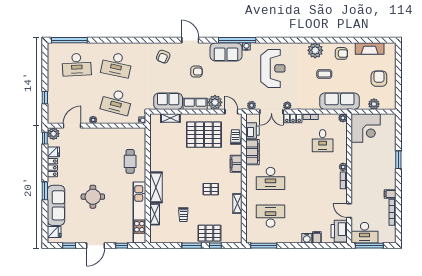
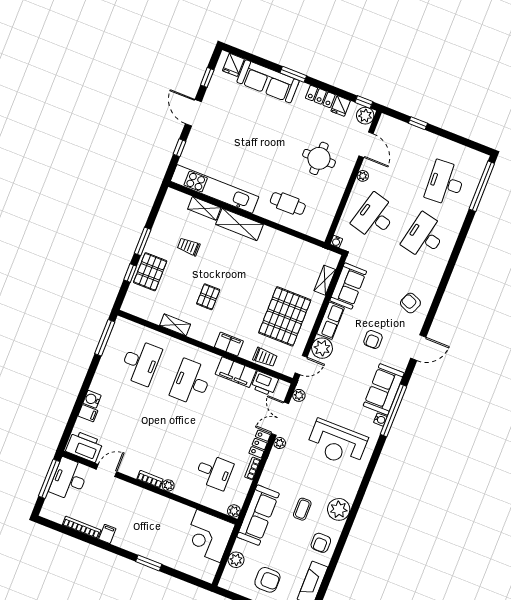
desk: (323, 141) -> (214, 472), turned 180
round table: (93, 197) -> (319, 158), moved

